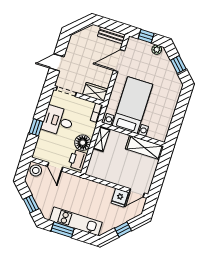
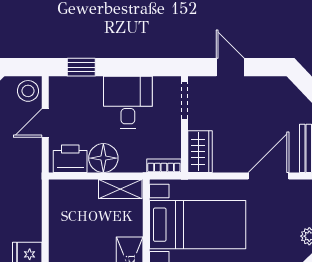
door: (119, 61) -> (269, 176), hinge flipped
window: (36, 127) -> (81, 67), moved

